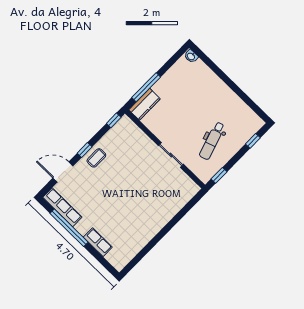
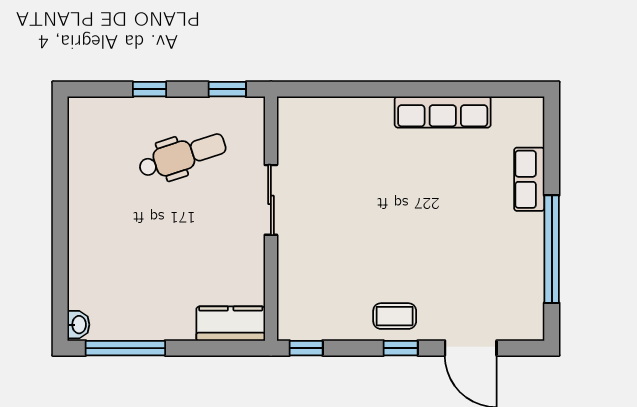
window: (146, 87) -> (125, 348), moved
window: (253, 141) -> (150, 89), moved
row of seats: (62, 207) -> (443, 112), moved, turned -90

